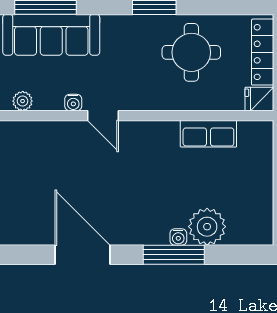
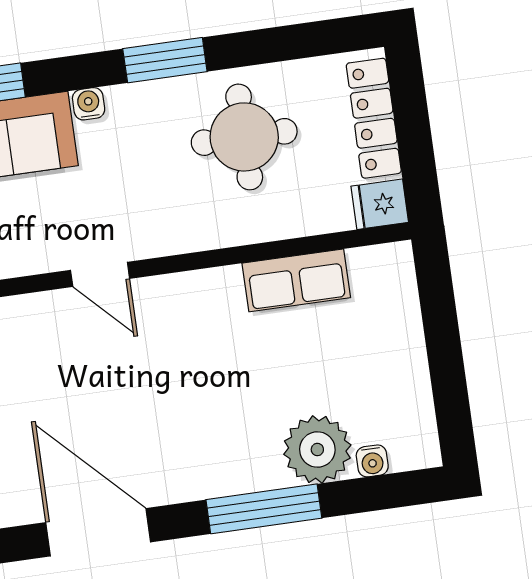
water cooler: (73, 103) -> (89, 104), moved, turned 180
water cooler: (178, 237) -> (372, 461), moved

